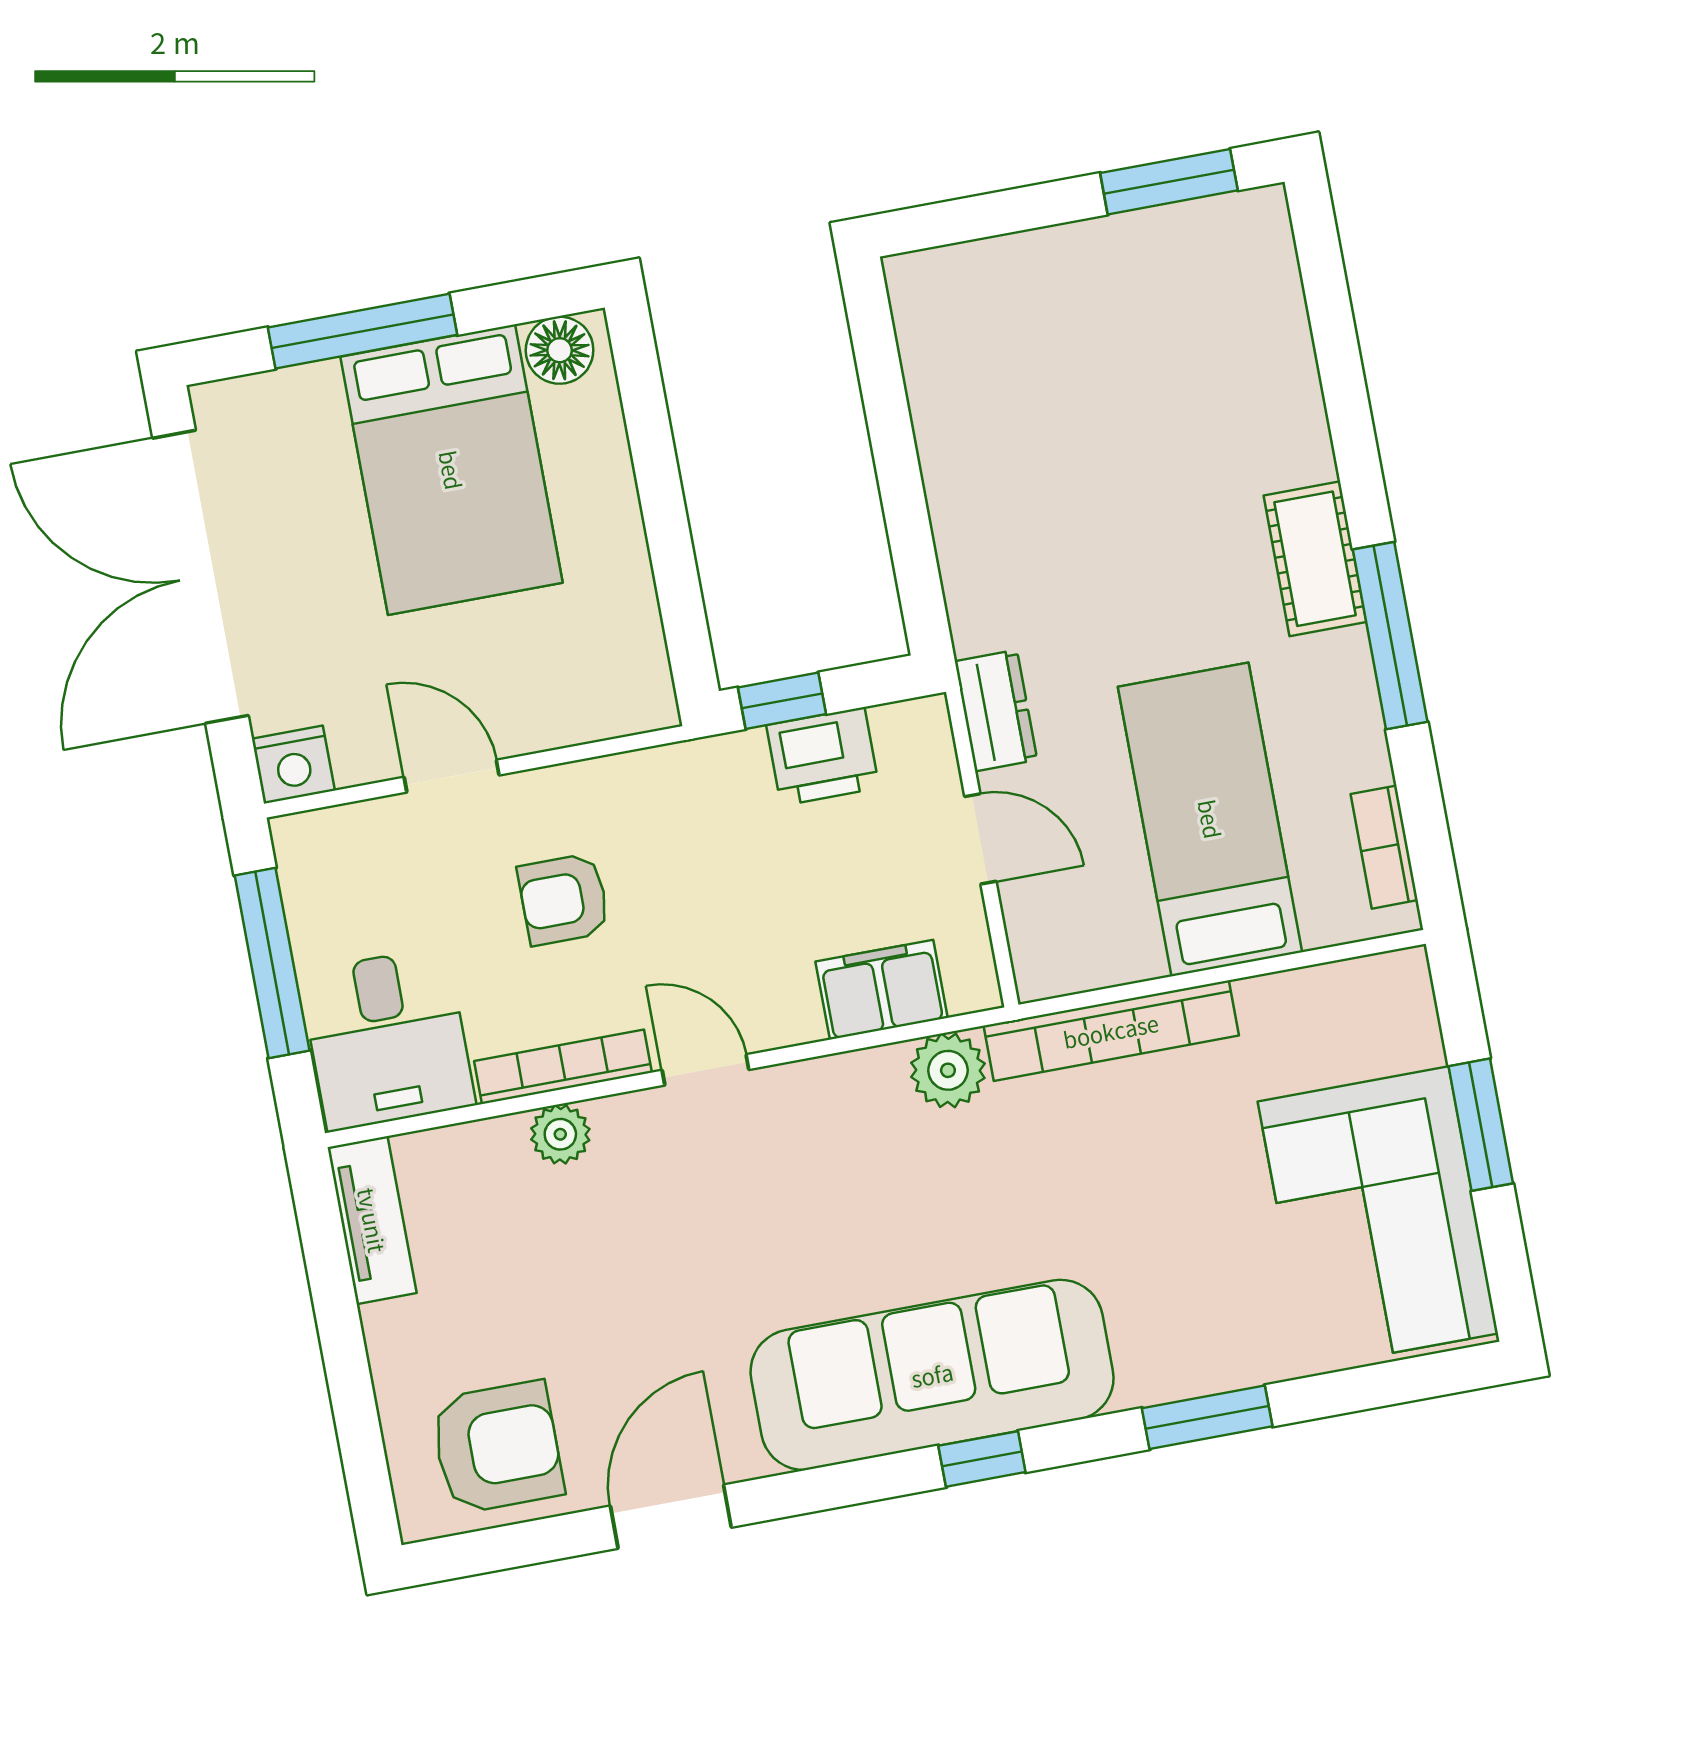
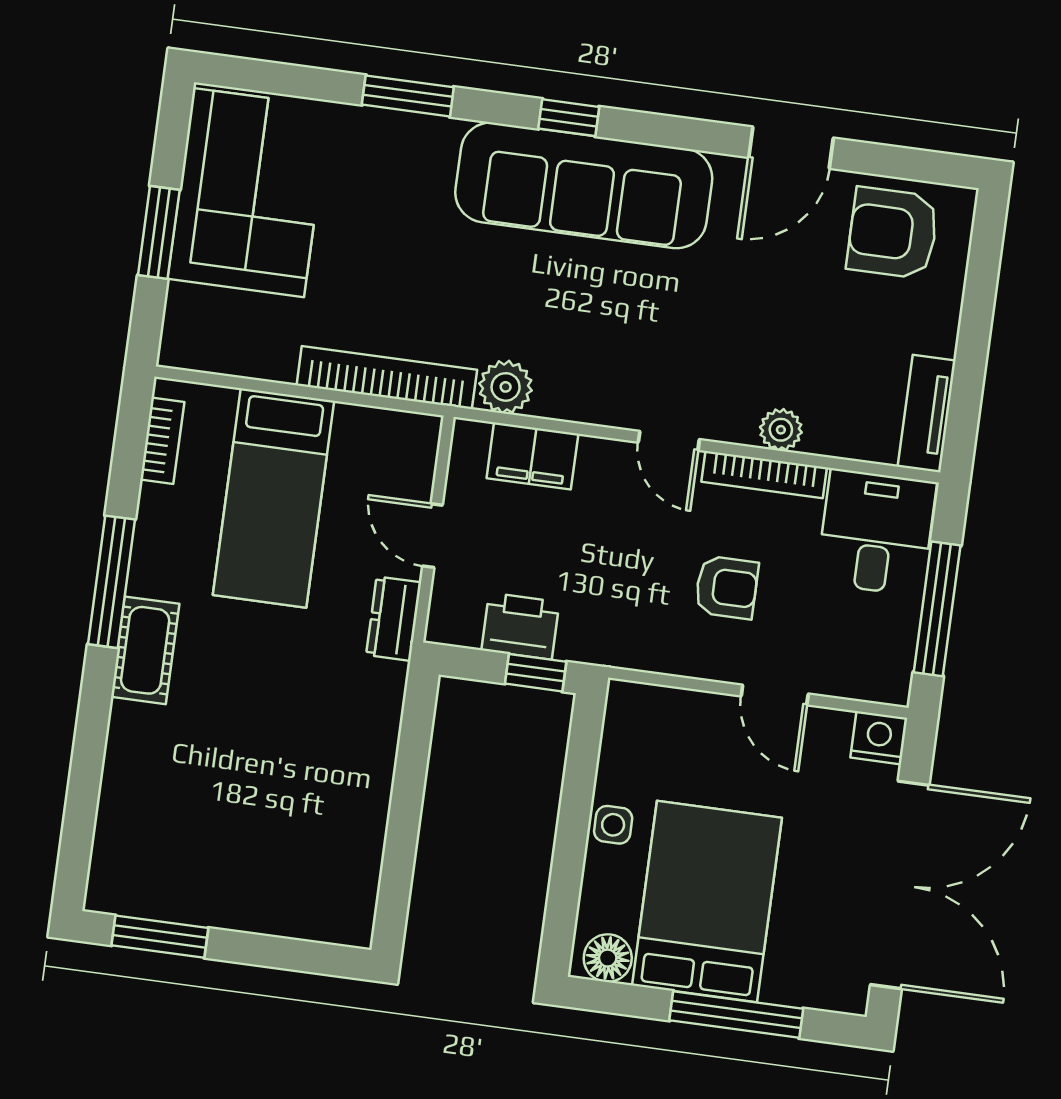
side table: (611, 531) -> (613, 825), added

